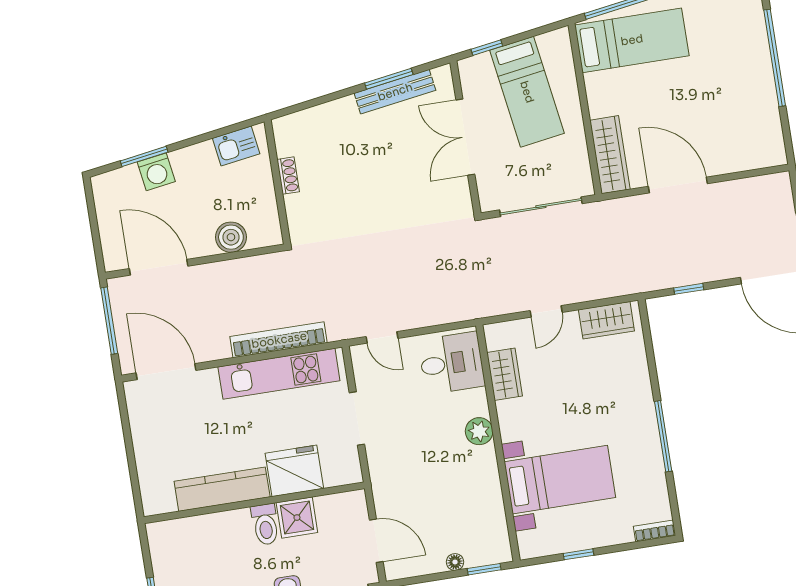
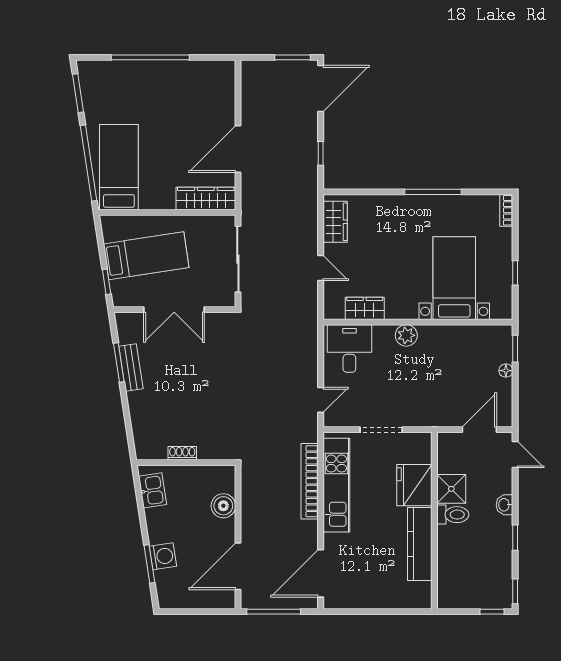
bench: (395, 92) -> (131, 367), width x0.73

